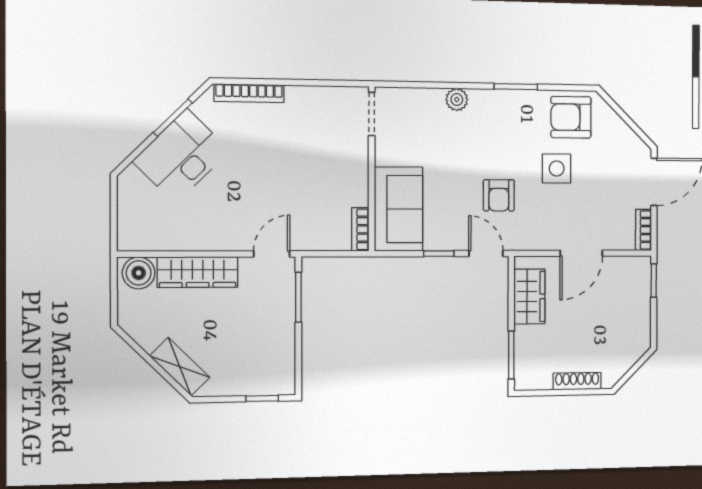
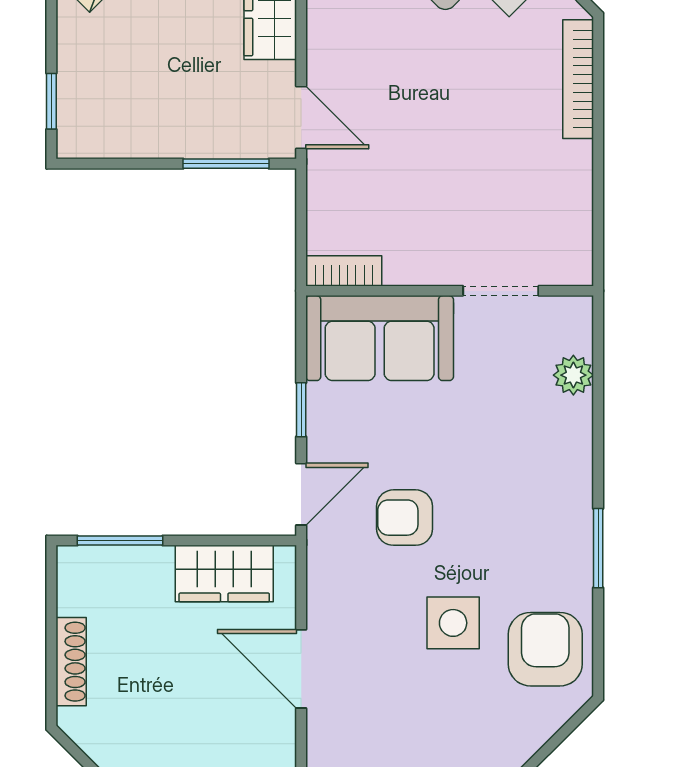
plant: (457, 100) -> (573, 375), moved
doorway: (372, 114) -> (501, 291), moved

